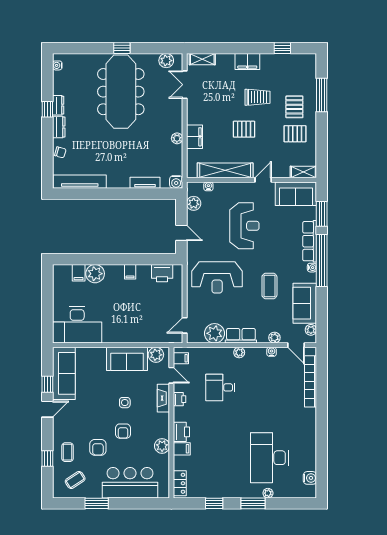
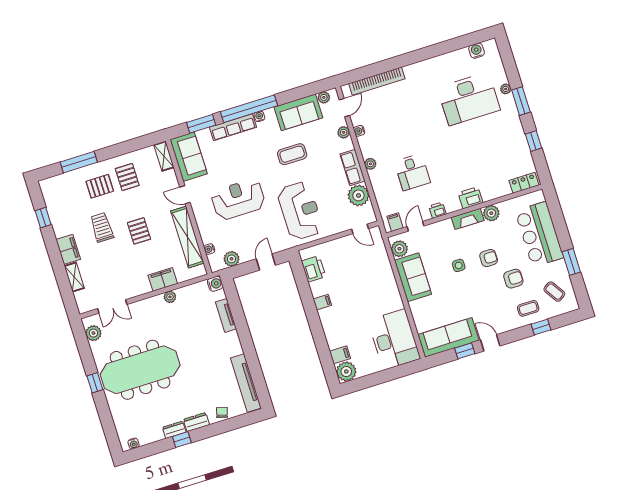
shelving: (202, 59) -> (74, 277), moved
plant: (95, 274) -> (346, 371), moved
fireplace: (163, 398) -> (468, 219), moved
filing cabinet: (182, 449) -> (488, 192), removed

